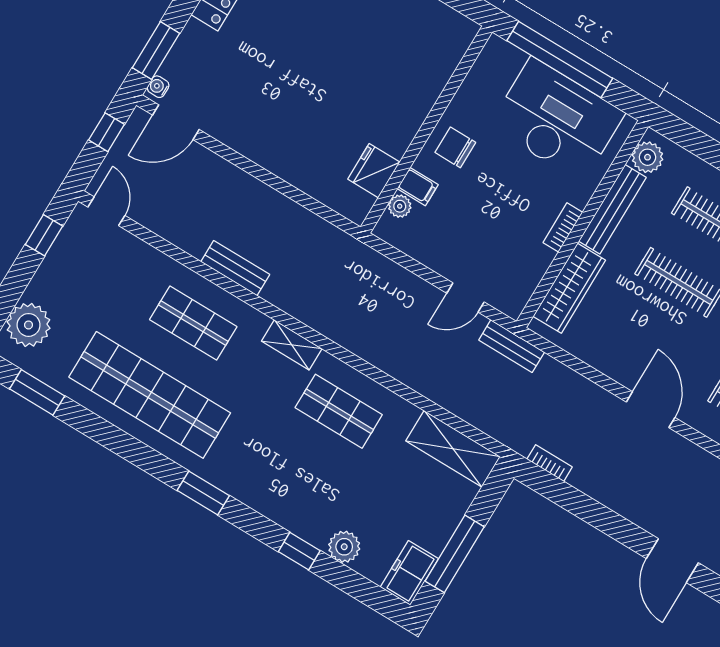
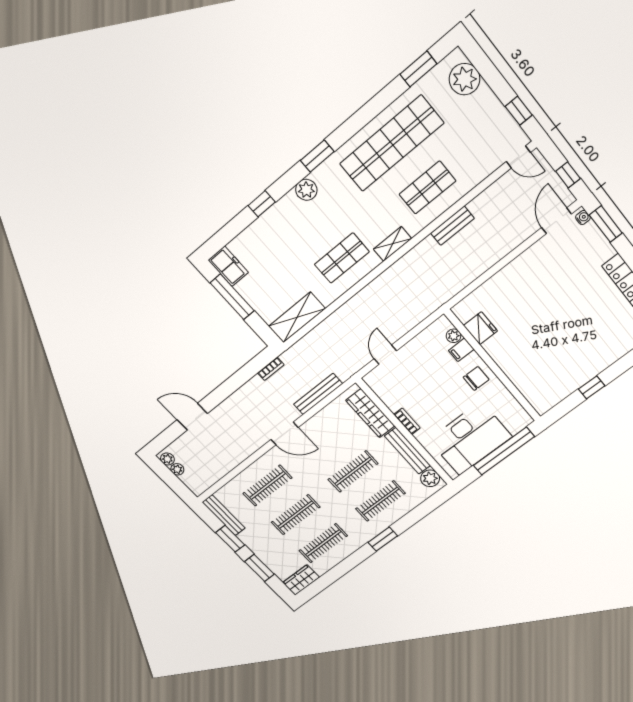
bench: (512, 346) -> (318, 394), moved, width x1.36
plant: (344, 547) -> (306, 190), moved

